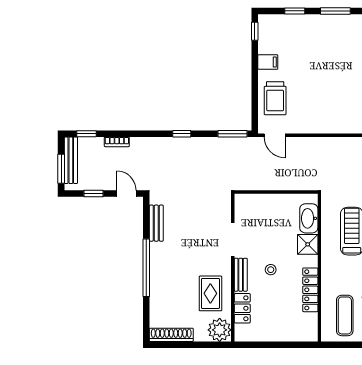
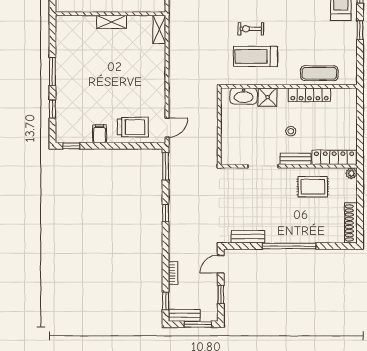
bench: (71, 160) -> (184, 315), width x0.73
locker: (242, 308) -> (334, 157), width x1.53
exercise mat: (345, 315) -> (319, 73), moved
plant: (220, 330) -> (351, 173), width x0.53, depth x0.53

